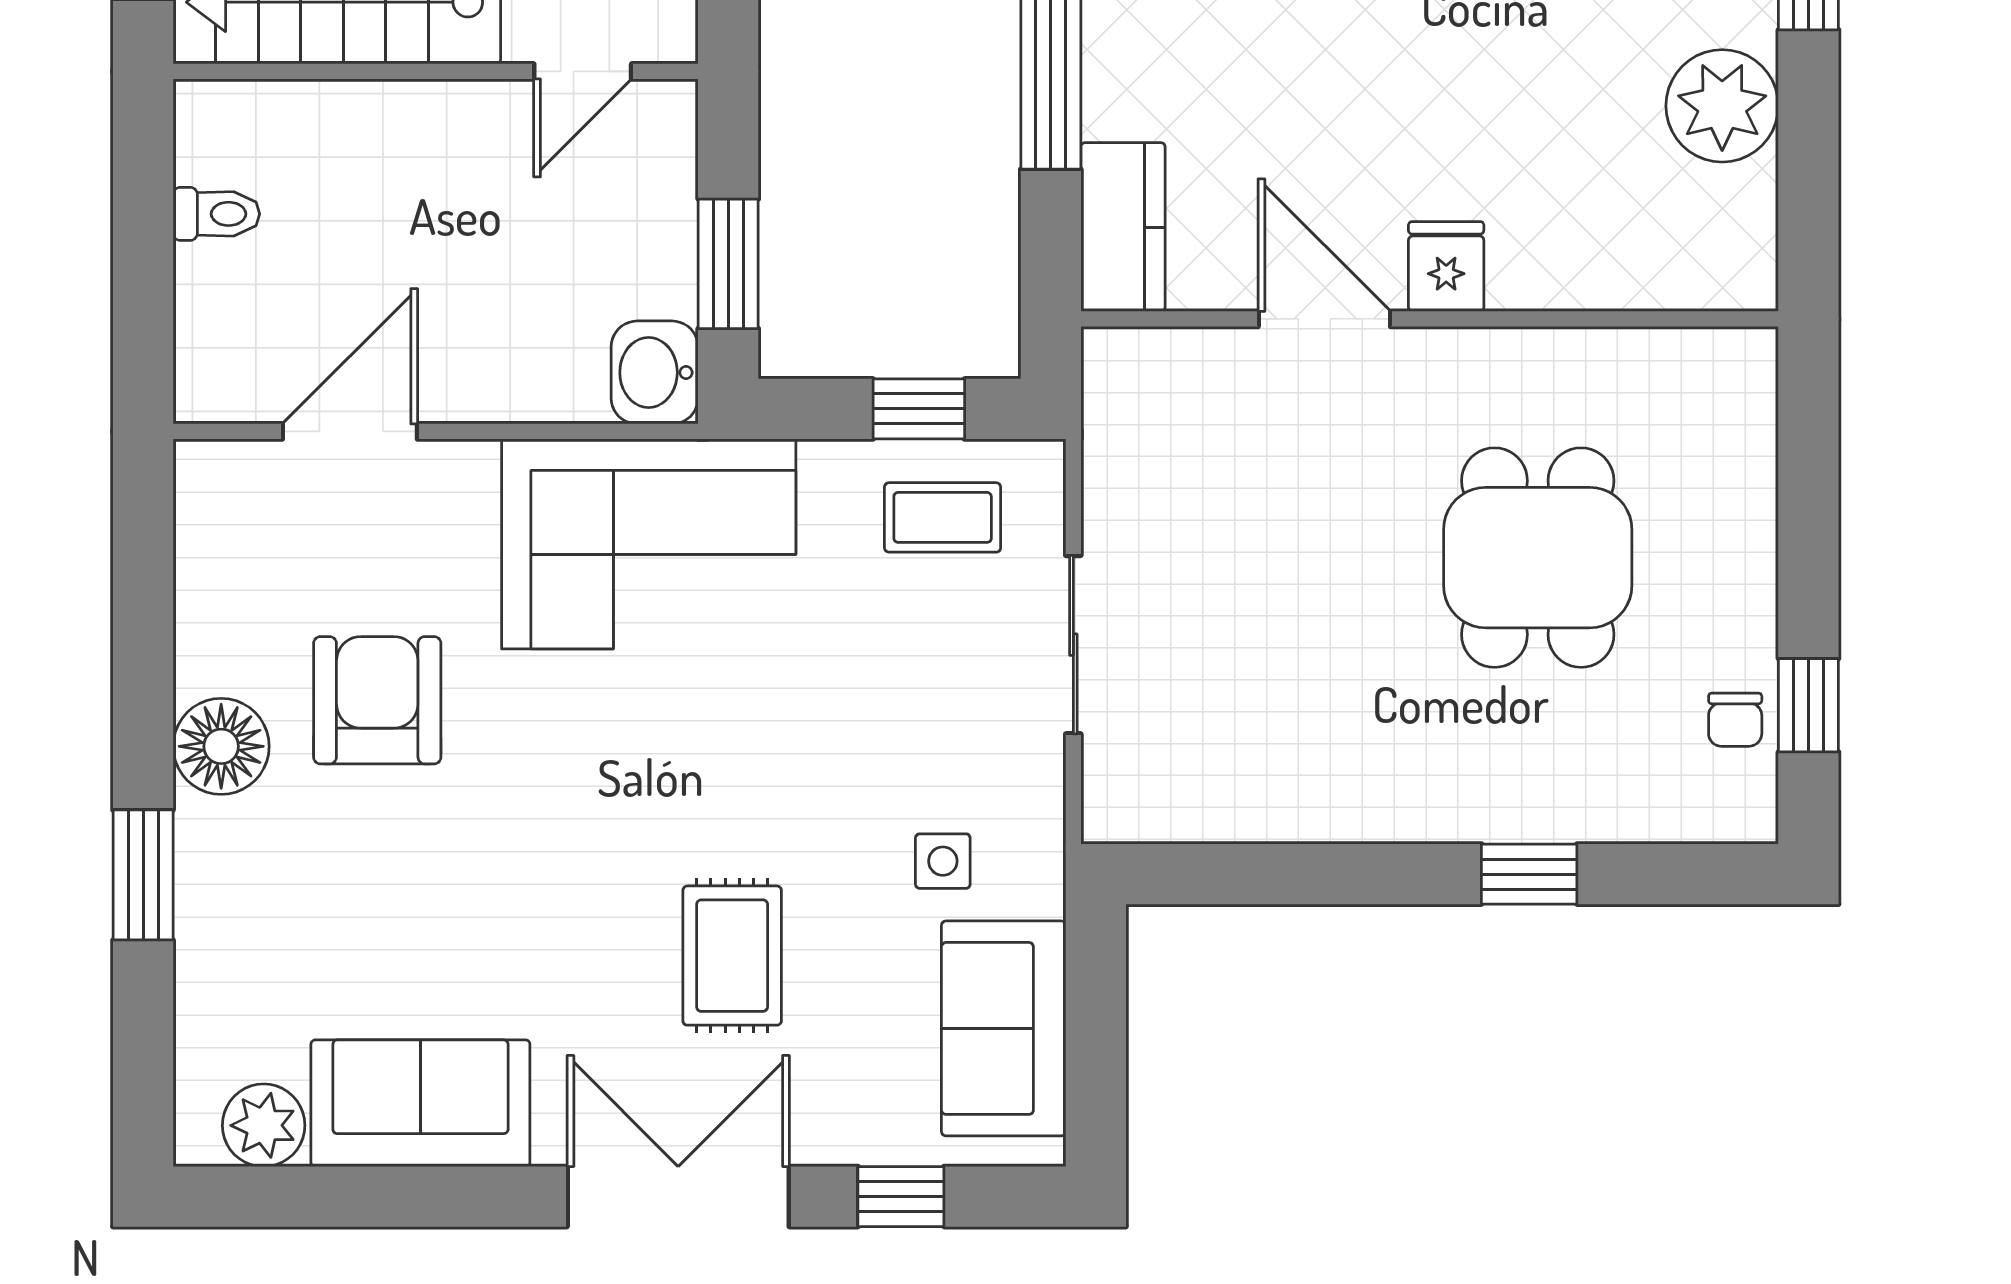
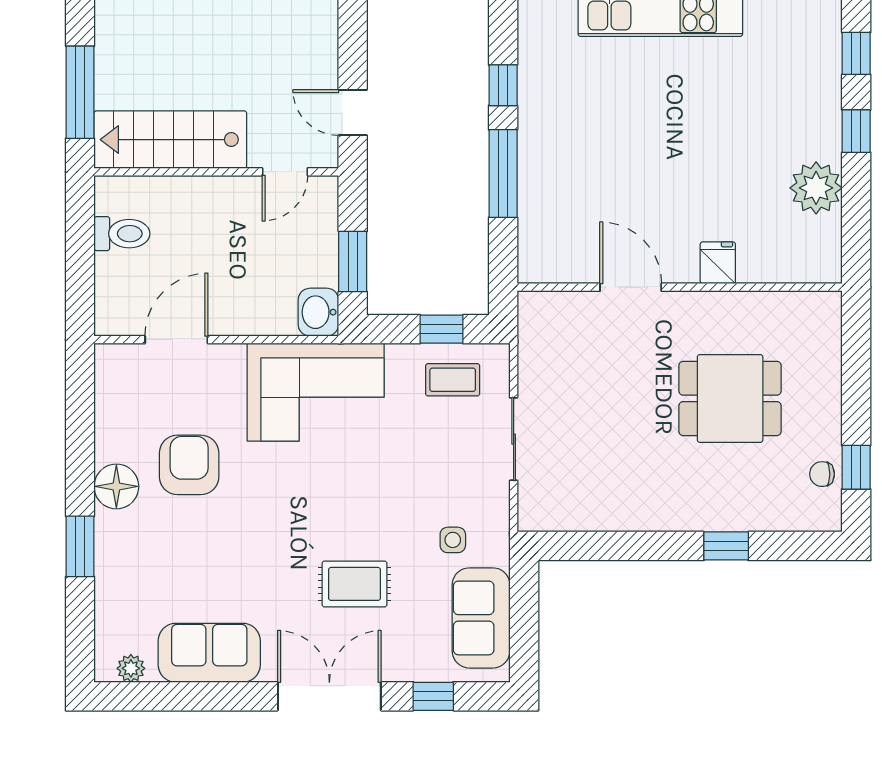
toilet: (216, 214) -> (122, 234), width x1.37, depth x1.39
kitchen counter: (1123, 227) -> (537, 244), removed
fridge: (1446, 266) -> (718, 263), moved
dining table: (1538, 558) -> (730, 398), turned 90
chair: (1735, 720) -> (822, 474), turned 90
rug: (732, 956) -> (355, 584), turned 90
plant: (264, 1125) -> (131, 668), width x0.73, depth x0.73

